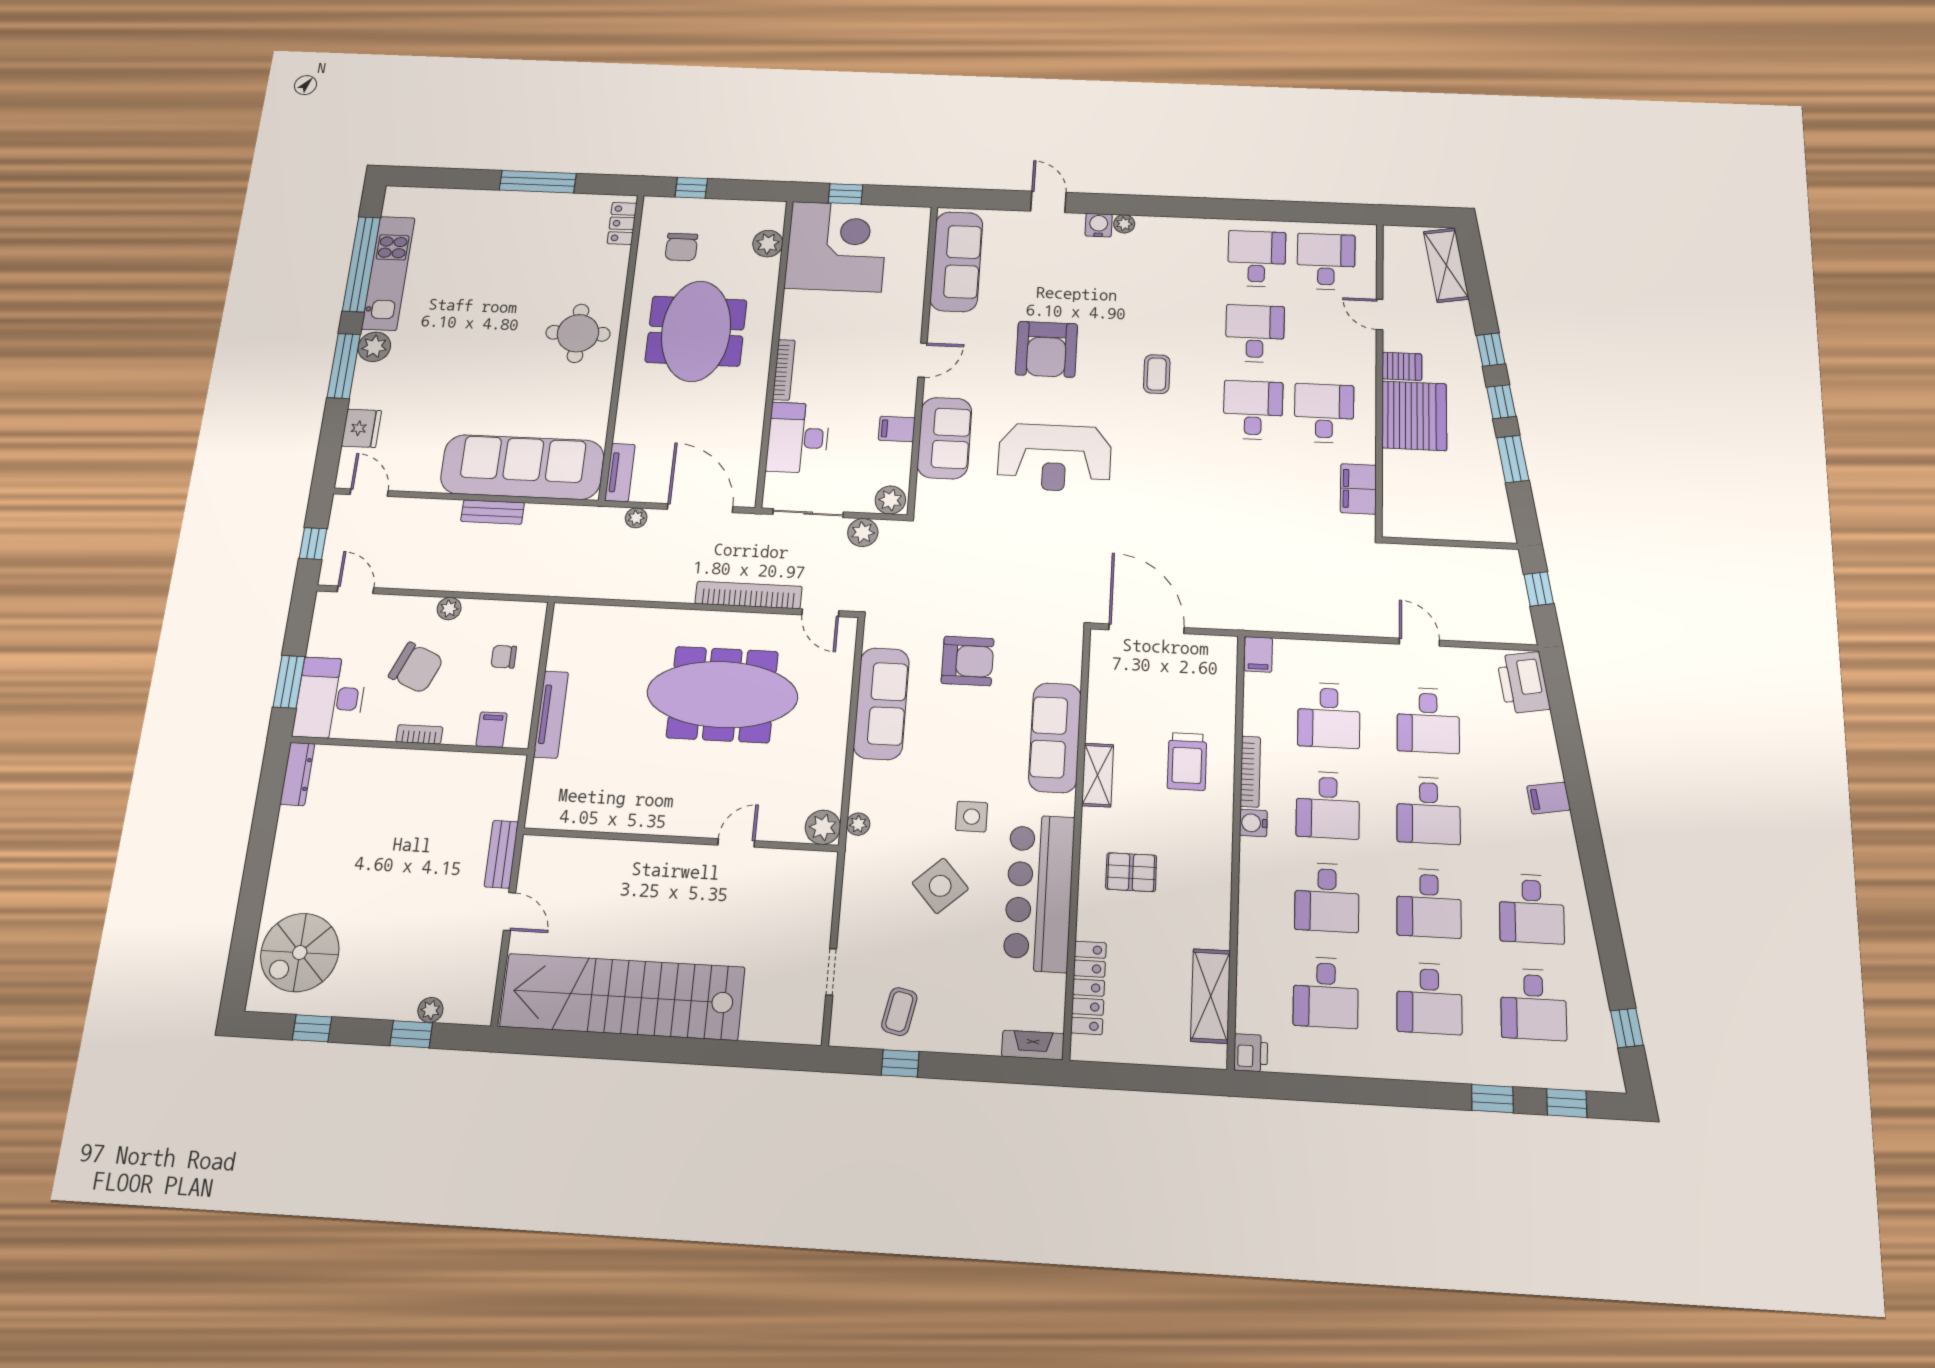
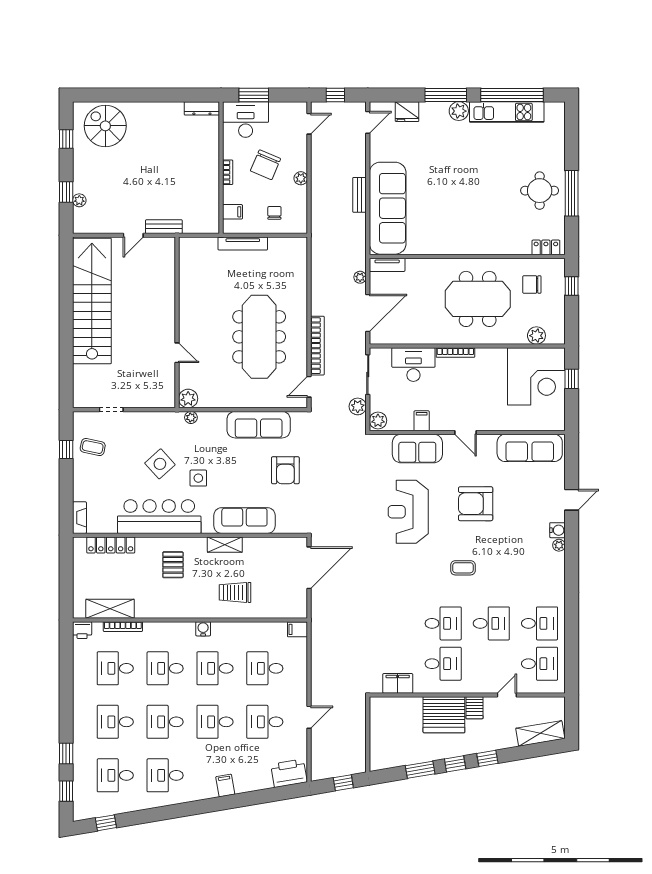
round table: (578, 333) -> (540, 191), moved
bookcase: (1250, 772) -> (123, 627), moved

